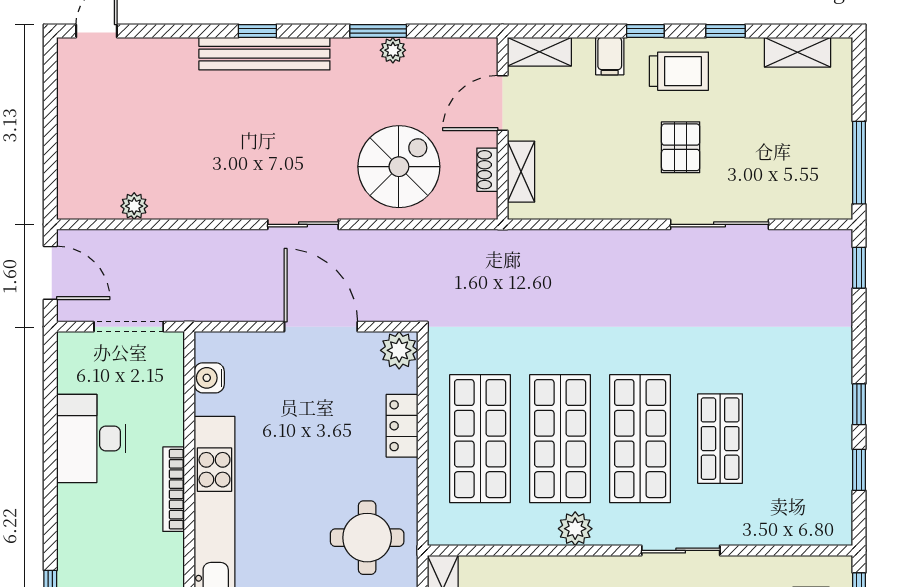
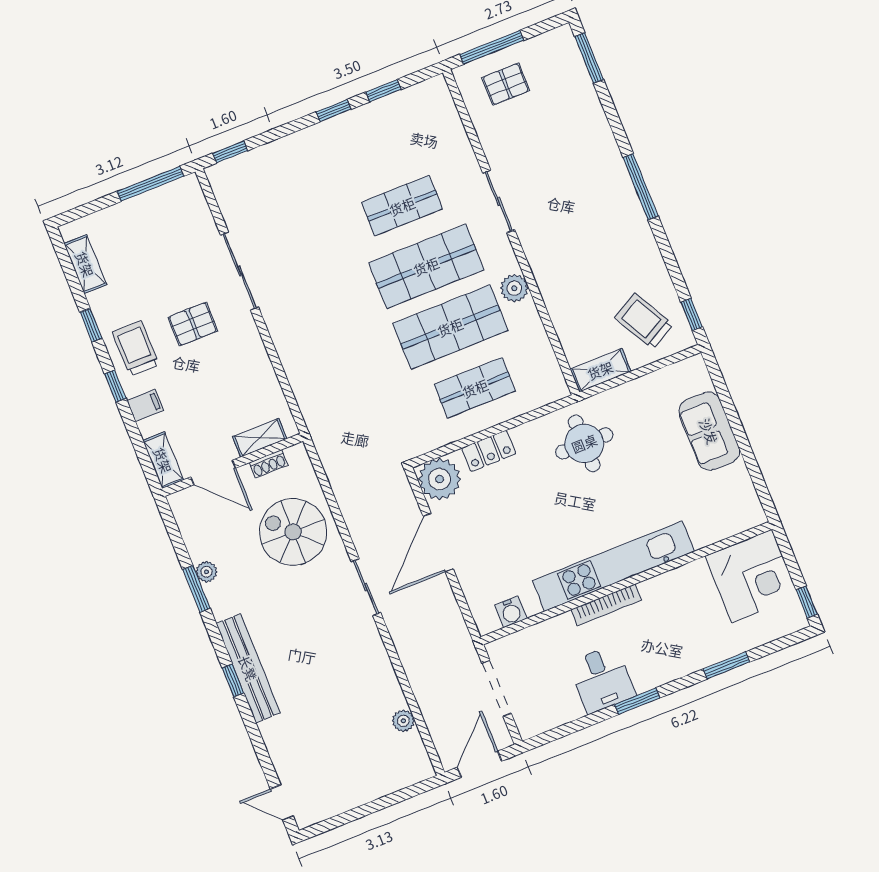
plant: (399, 350) -> (440, 479), width x1.36, depth x1.36
desk: (91, 438) -> (602, 679), width x0.73
shop shelf: (480, 439) -> (475, 388), width x0.70, depth x0.74
window: (50, 481) -> (637, 701), added

